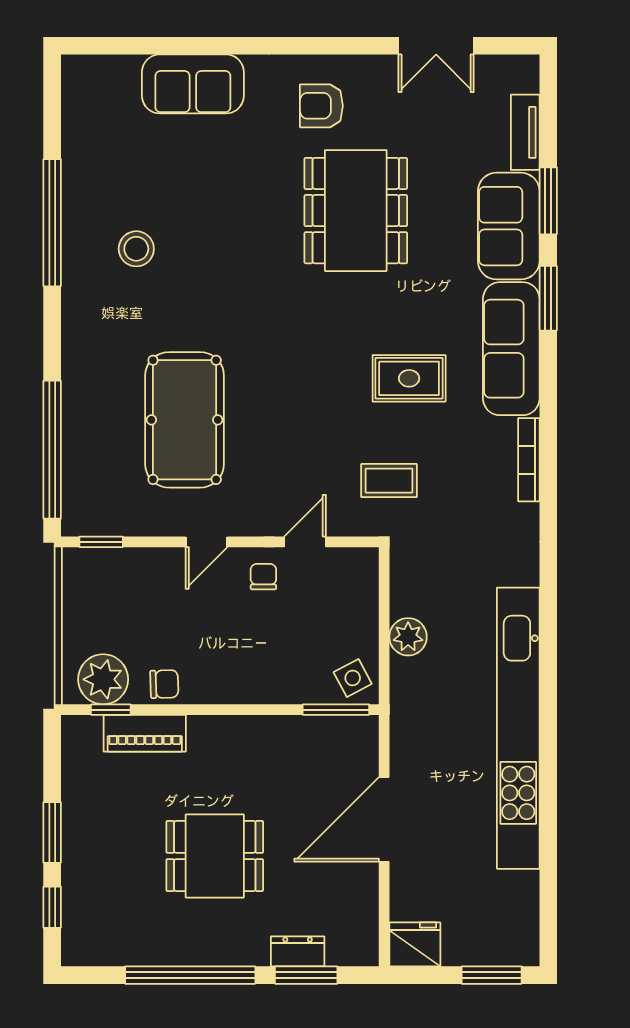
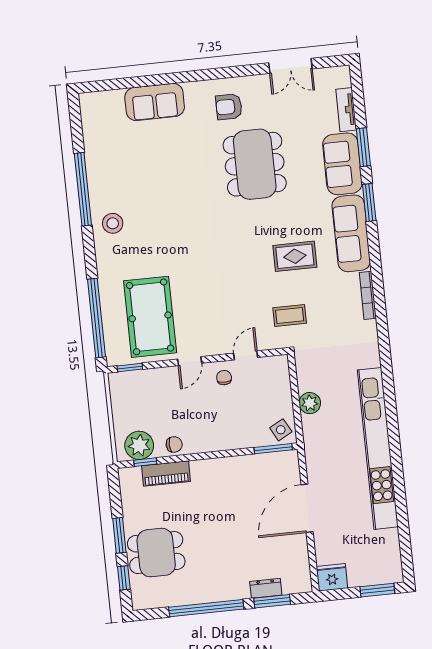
stool: (136, 249) -> (113, 223), moved
pool table: (185, 420) -> (150, 317), moved
dining table: (215, 856) -> (156, 553), moved

